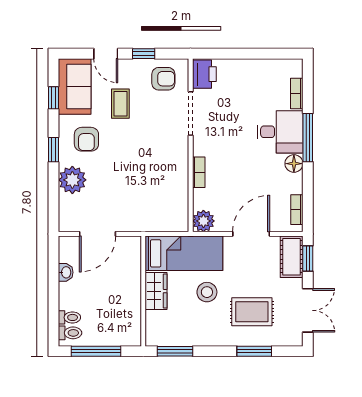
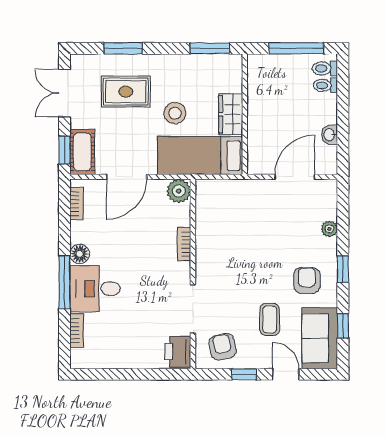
armchair: (163, 79) -> (223, 347), turned 77
plant: (72, 180) -> (329, 229), width x0.53, depth x0.53

